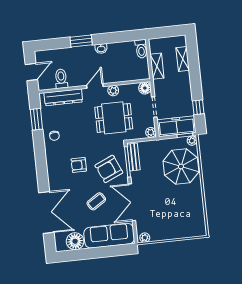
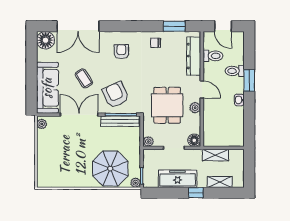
toilet: (141, 49) -> (235, 71), moved
window: (198, 107) -> (196, 193), moved
freezer: (177, 126) -> (178, 179), moved, turned -90
bench: (134, 157) -> (120, 121), width x1.36
armchair: (79, 165) -> (121, 52), moved
floor lamp: (75, 241) -> (46, 40), moved

